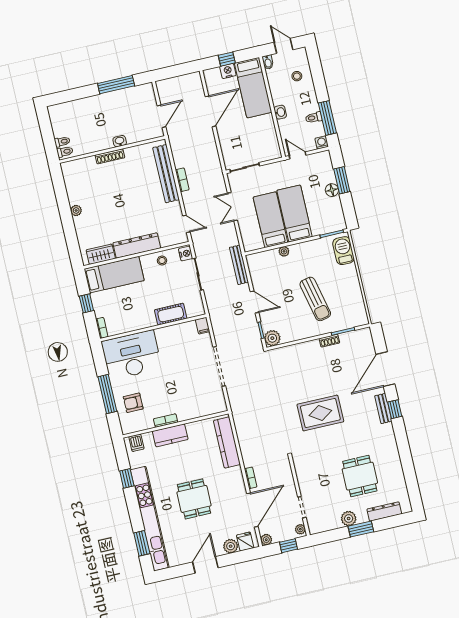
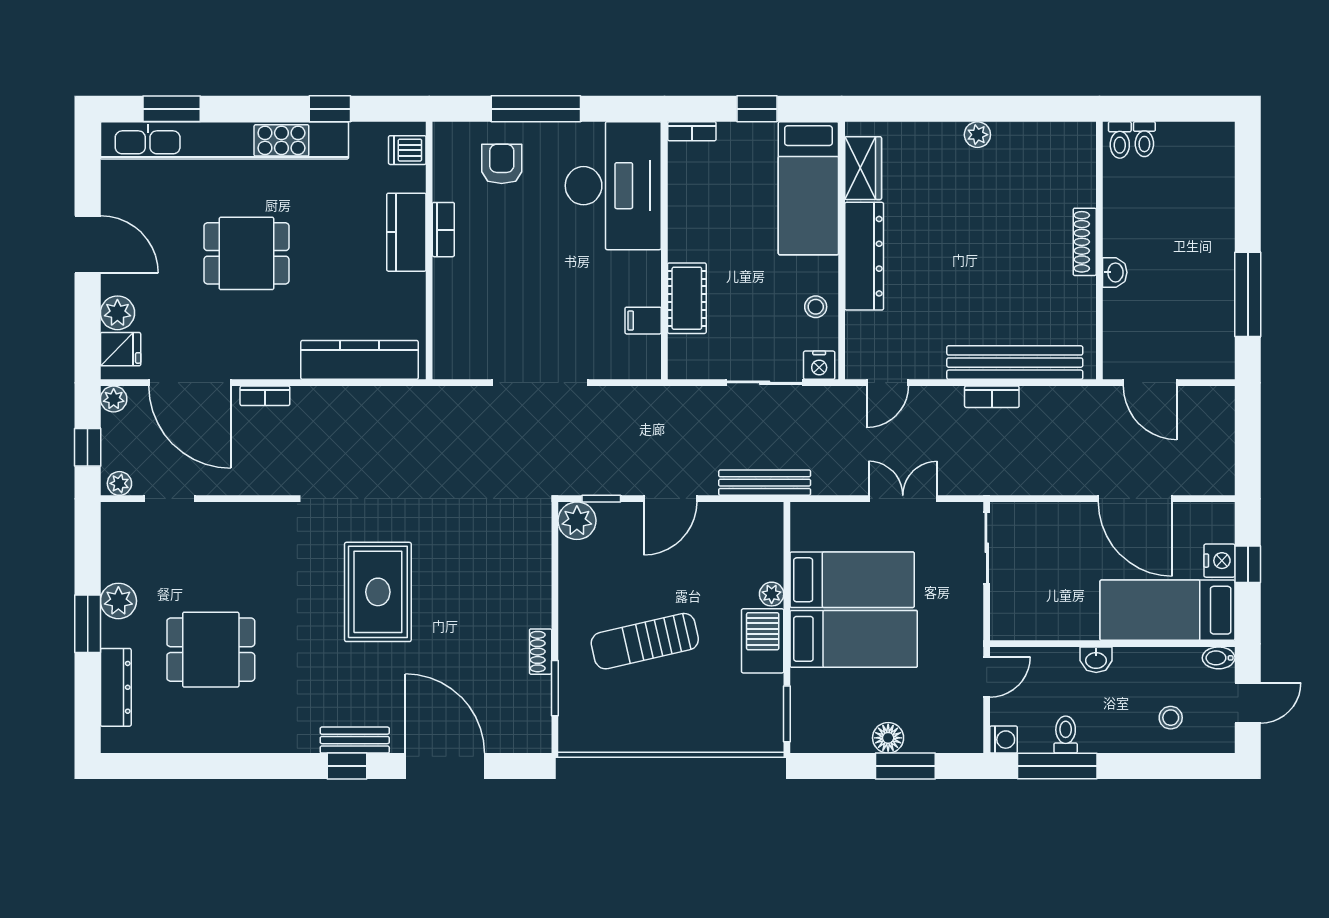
barbecue: (343, 251) -> (763, 641), moved, turned -90
filing cabinet: (203, 326) -> (643, 321), moved

